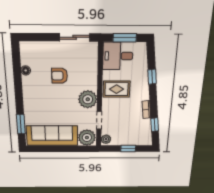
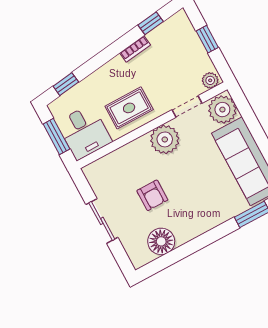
sliding door: (75, 37) -> (102, 221), moved
floor lamp: (26, 70) -> (161, 241), width x1.89, depth x1.89
window: (152, 77) -> (66, 84), moved
rug: (117, 89) -> (129, 108), turned 90

